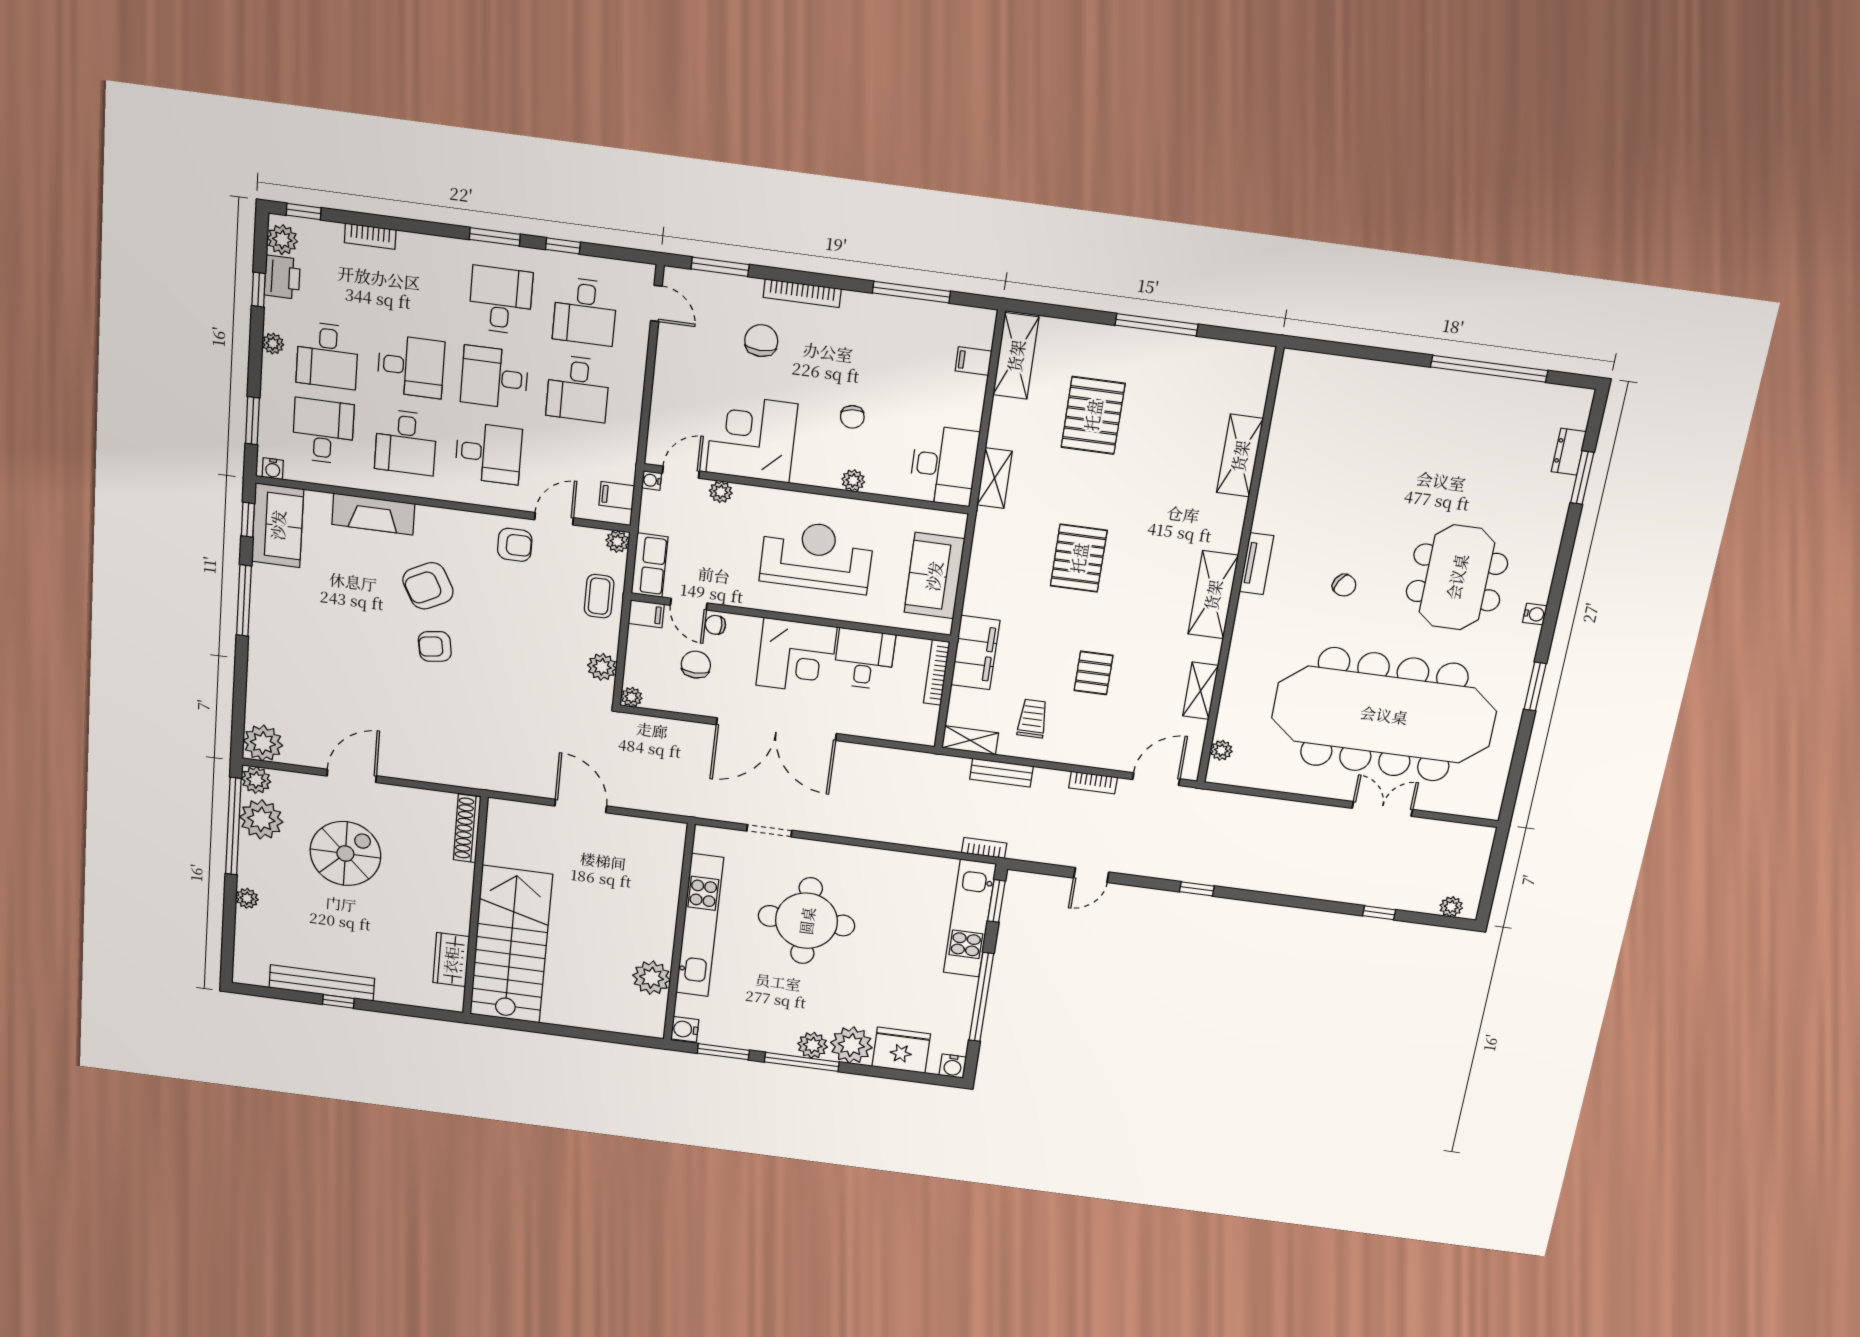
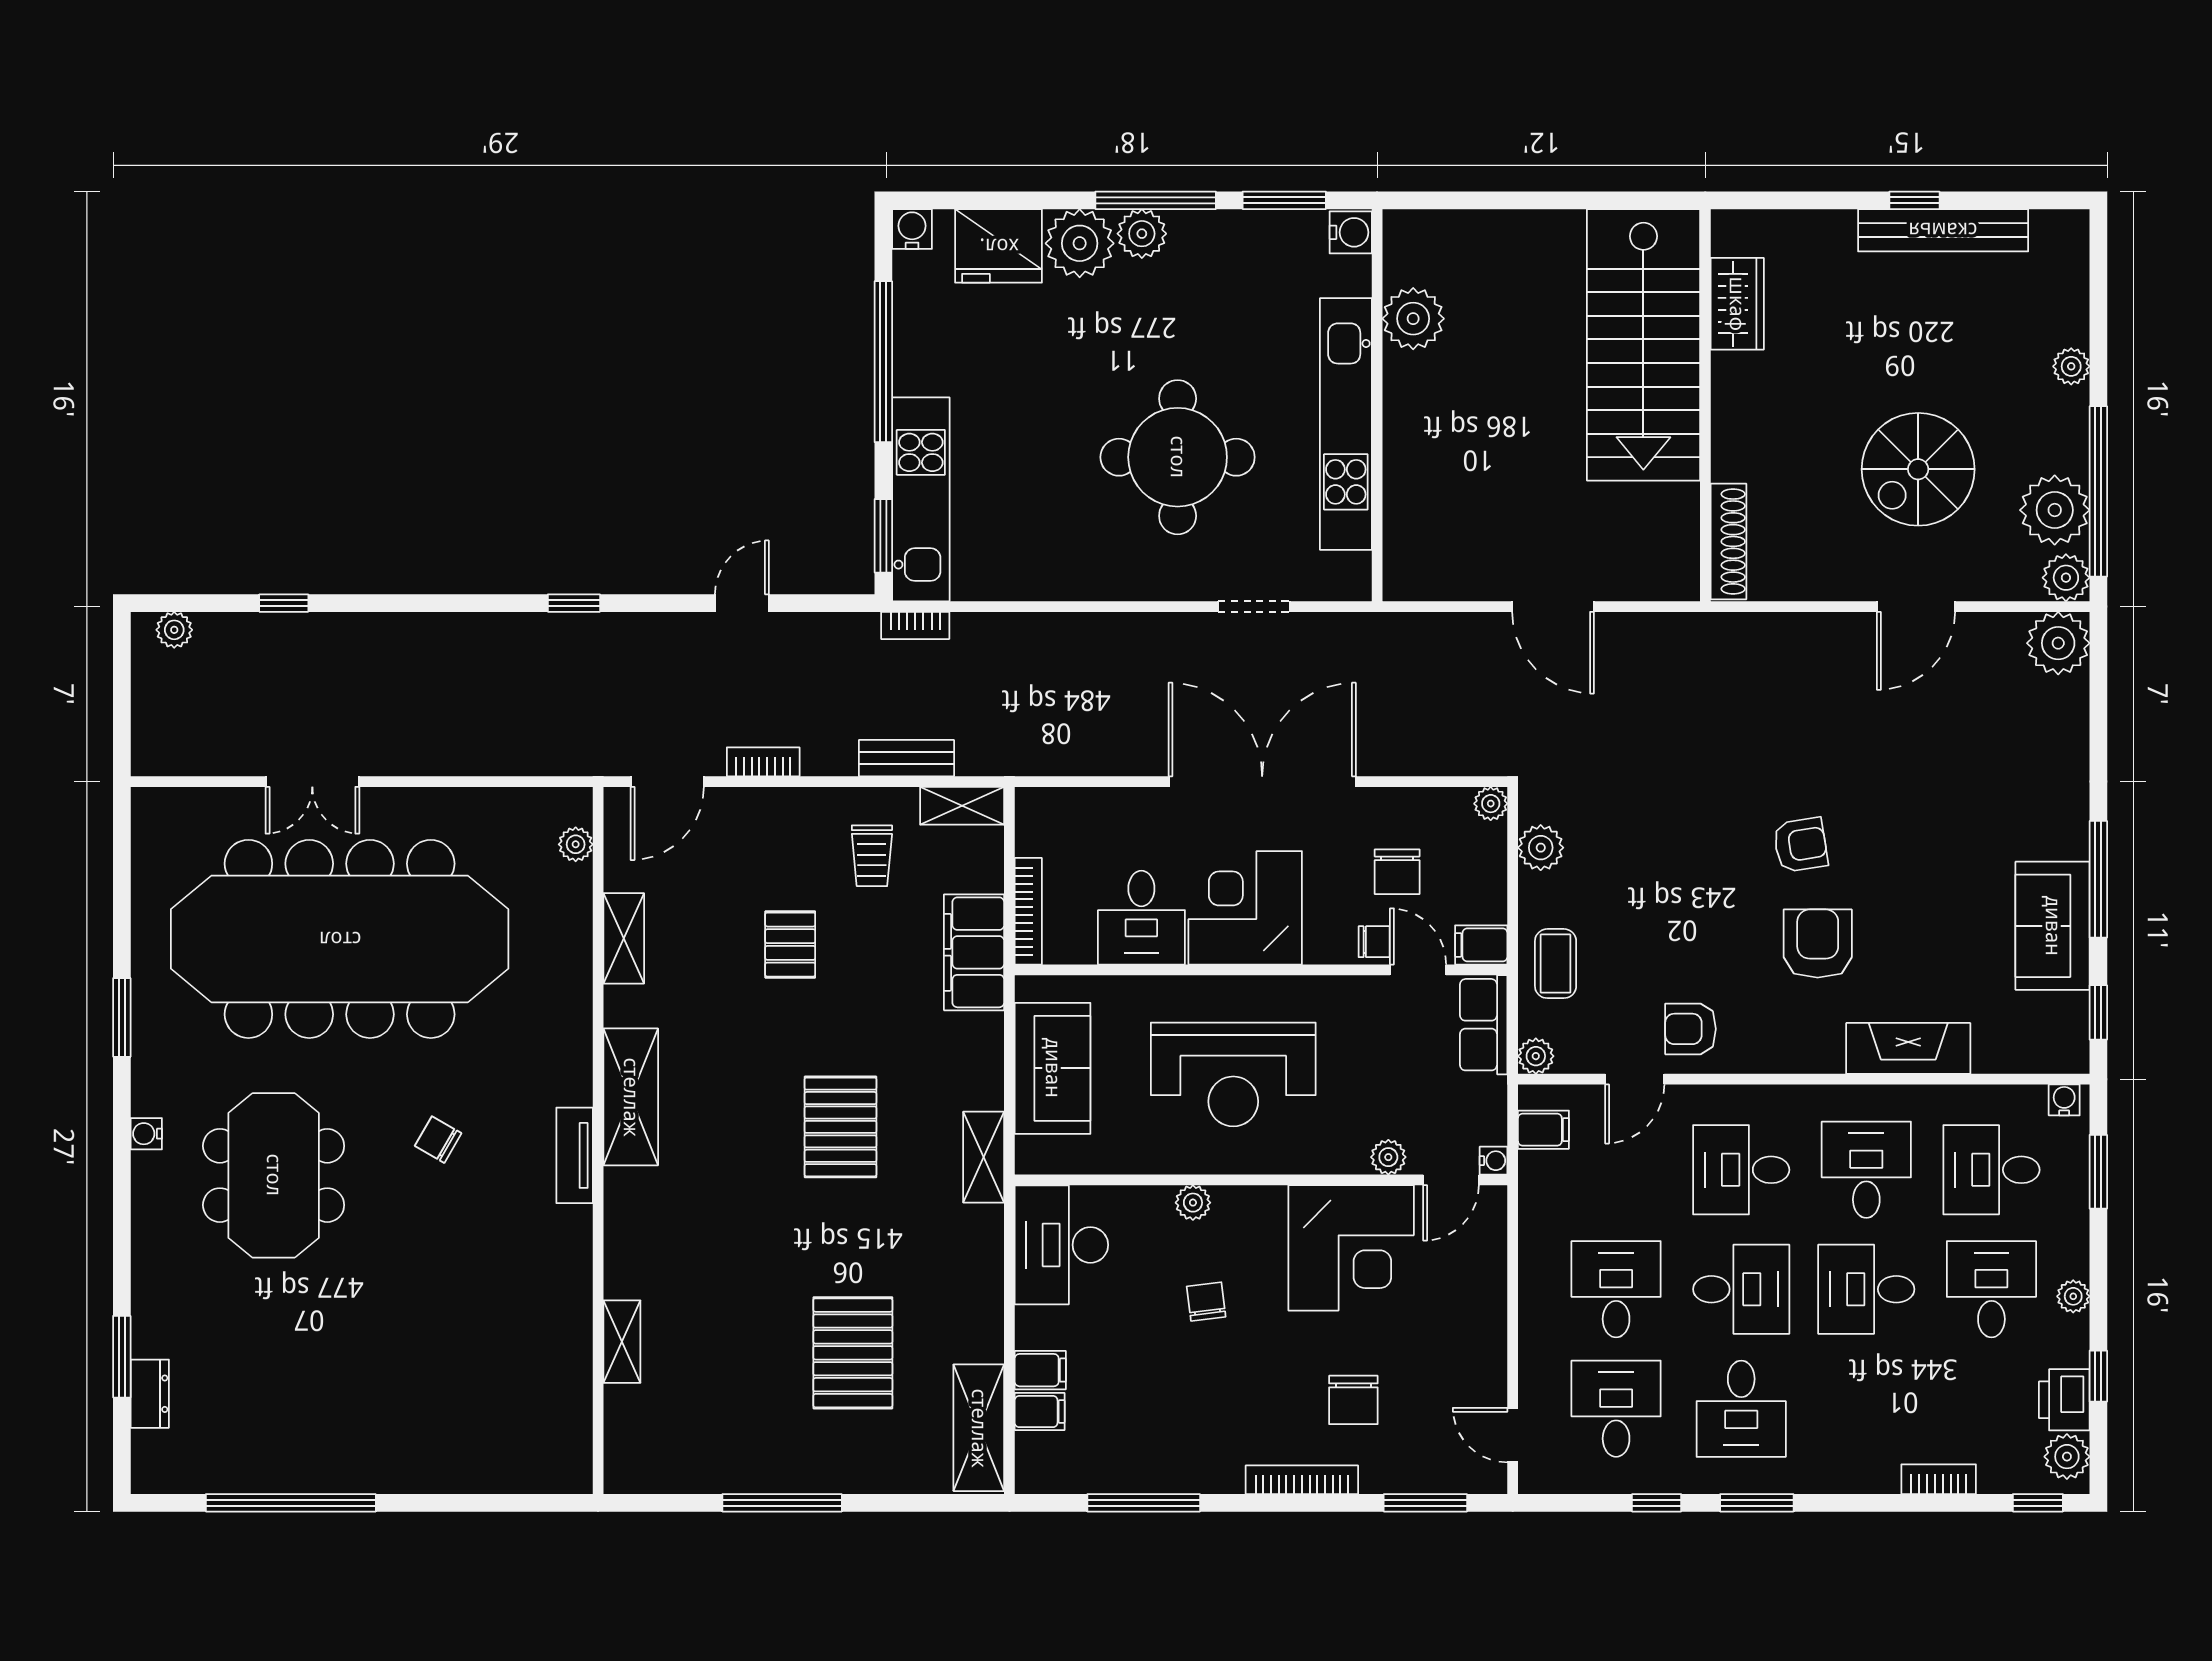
filing cabinet: (969, 388) -> (1040, 1370), added
desk: (323, 431) -> (1991, 1170), turned 90
shelving: (1240, 456) -> (622, 1342), width x0.67, depth x0.75
shelving: (995, 478) -> (984, 1157), moved
sofa: (278, 525) -> (2053, 926), moved
armchair: (428, 586) -> (1818, 944), turned -62

